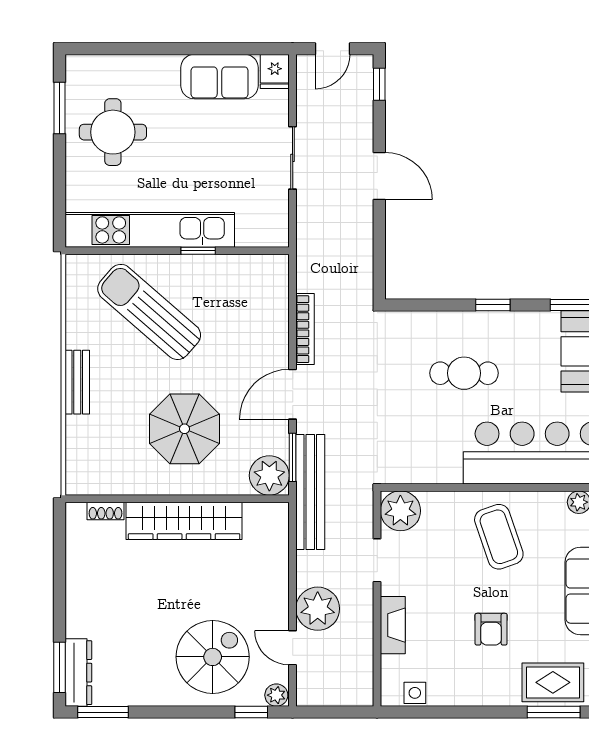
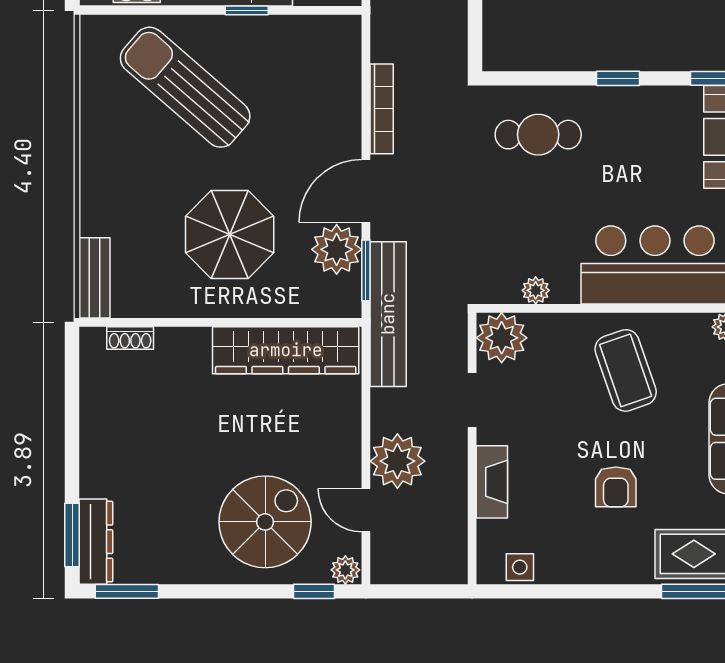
cafe table: (464, 373) -> (538, 135), moved
bench: (77, 382) -> (95, 278), moved
plant: (427, 473) -> (536, 290), added
plant: (269, 475) -> (337, 249), moved
wardrobe: (184, 521) -> (286, 350), moved

